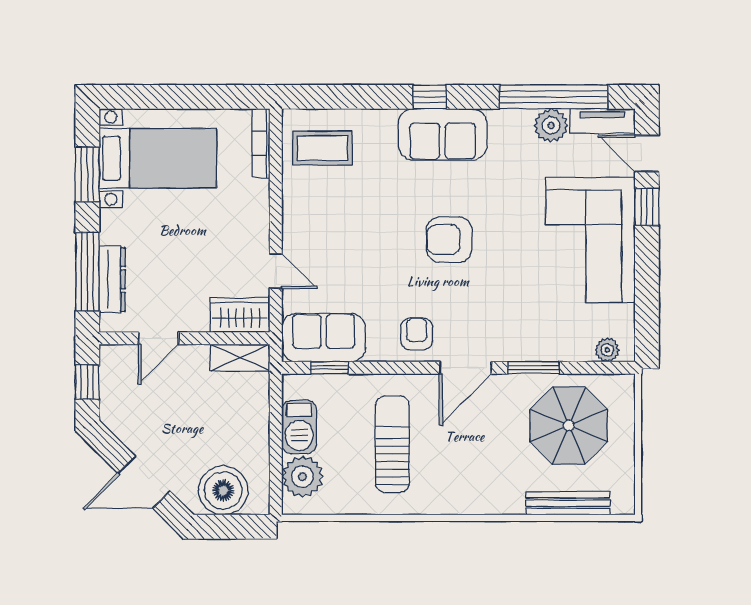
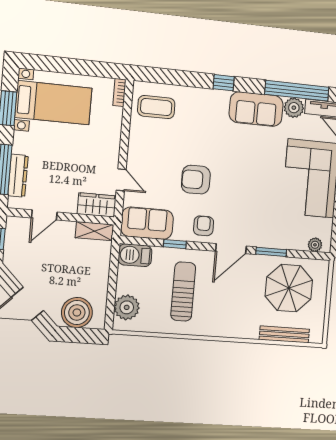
sofa: (443, 134) -> (256, 109), moved
bookcase: (261, 143) -> (119, 92), width x0.64
armchair: (449, 240) -> (196, 180), moved
window: (330, 368) -> (175, 244), moved
barbecue: (299, 427) -> (135, 255), moved, turned 90

